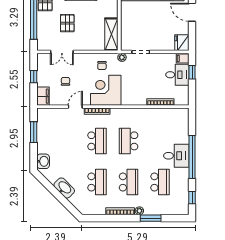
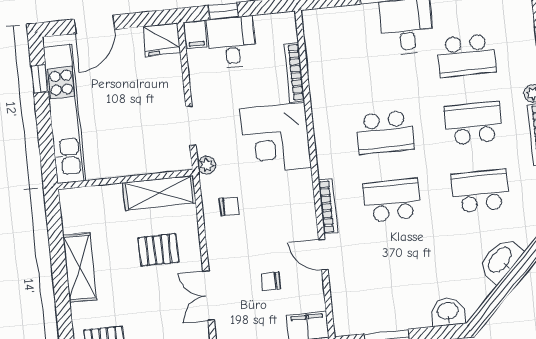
pallet: (67, 23) -> (158, 250), moved
double door: (62, 52) -> (208, 296), swing flipped
corner desk: (106, 90) -> (276, 138), moved
school desk: (160, 182) -> (466, 55), turned 180

